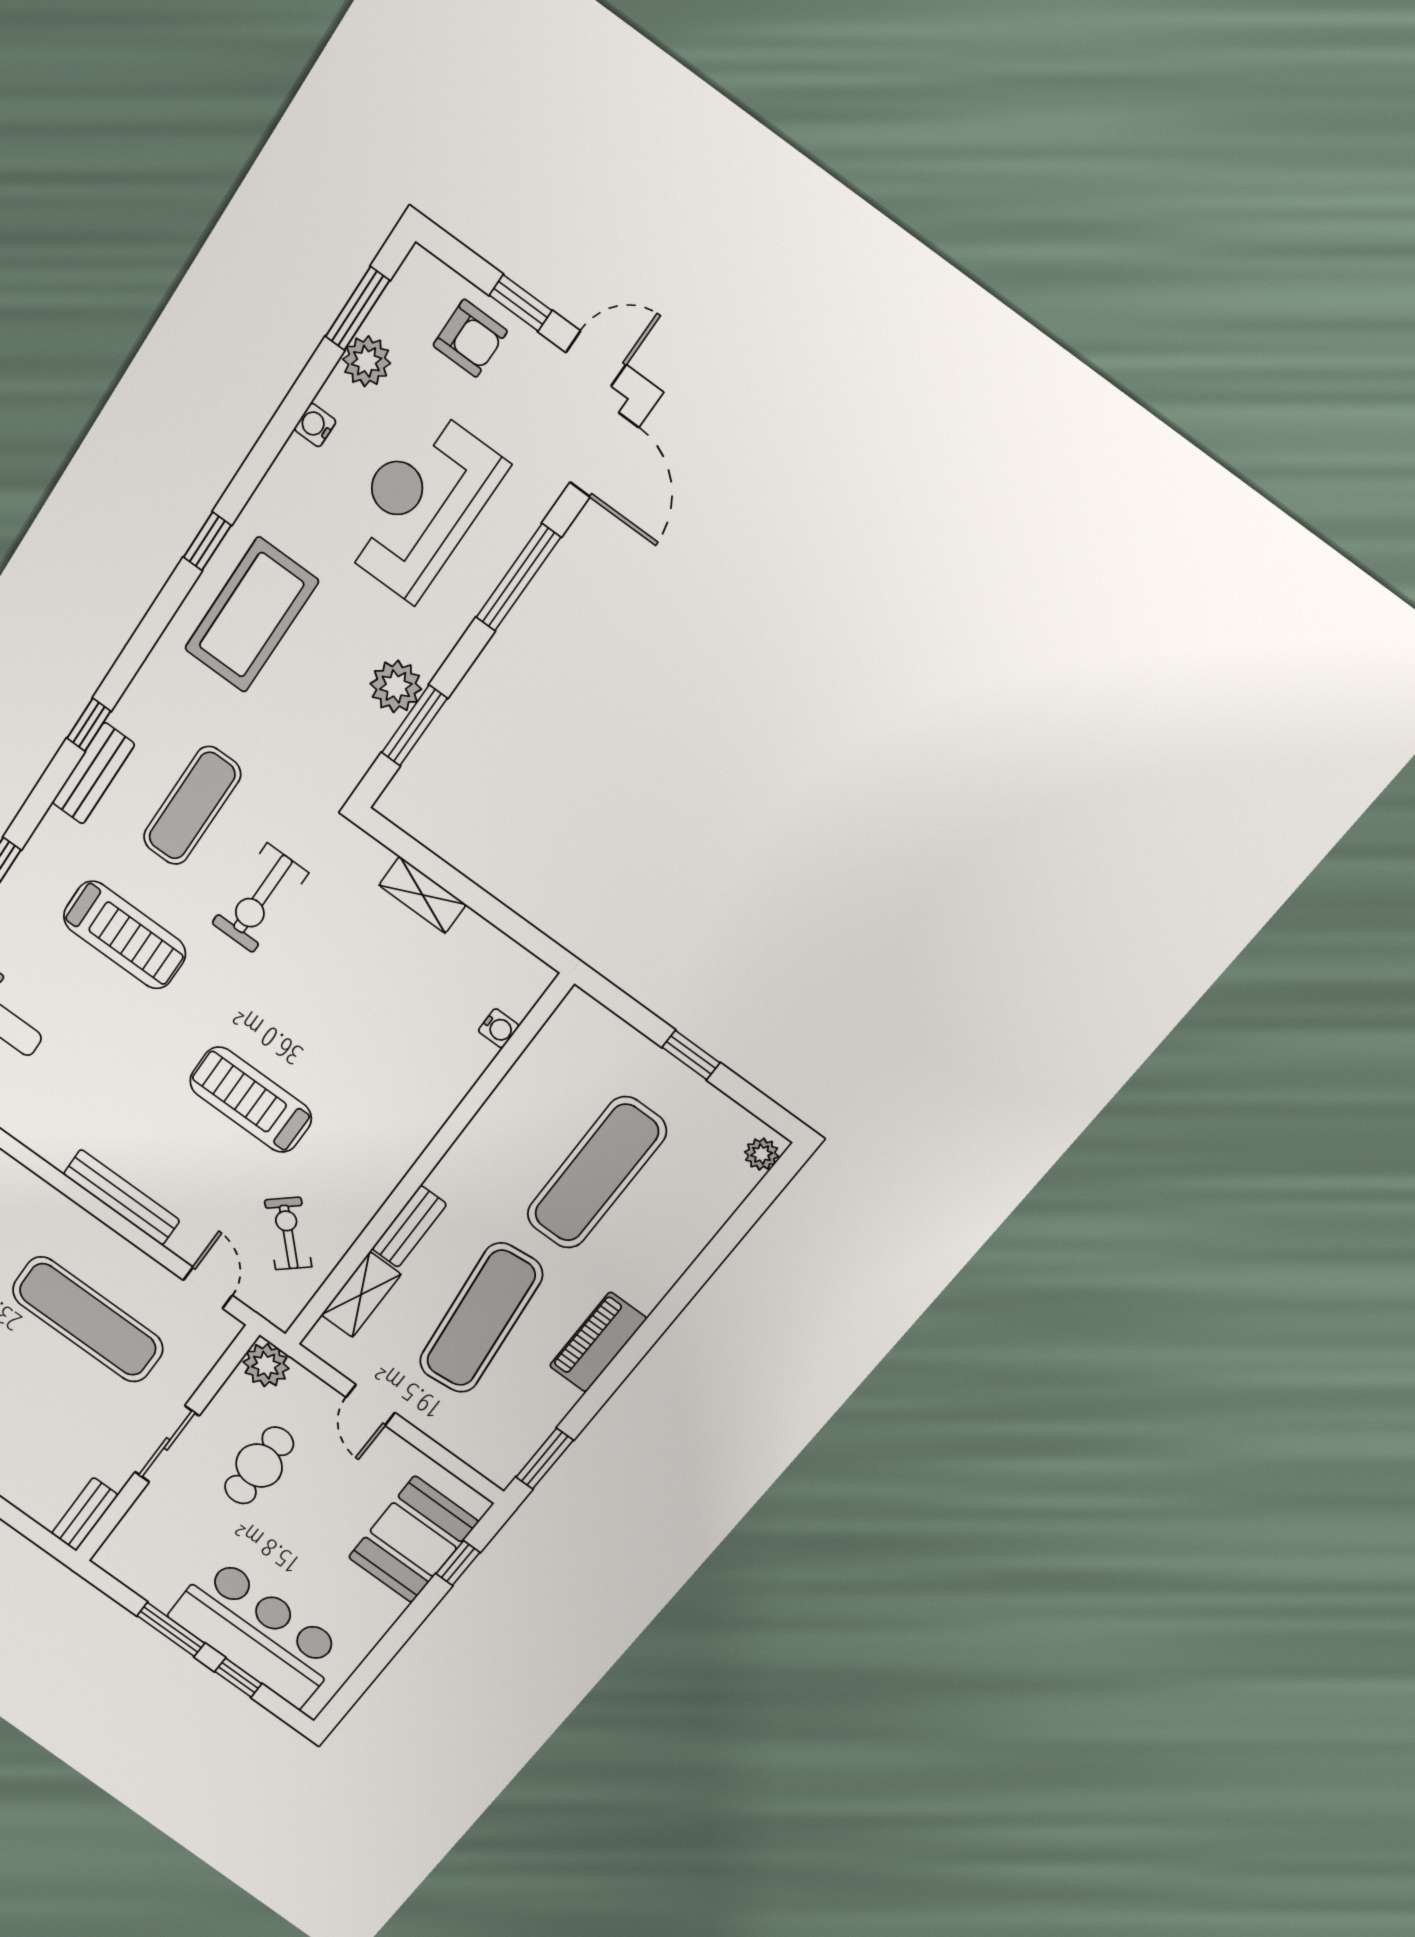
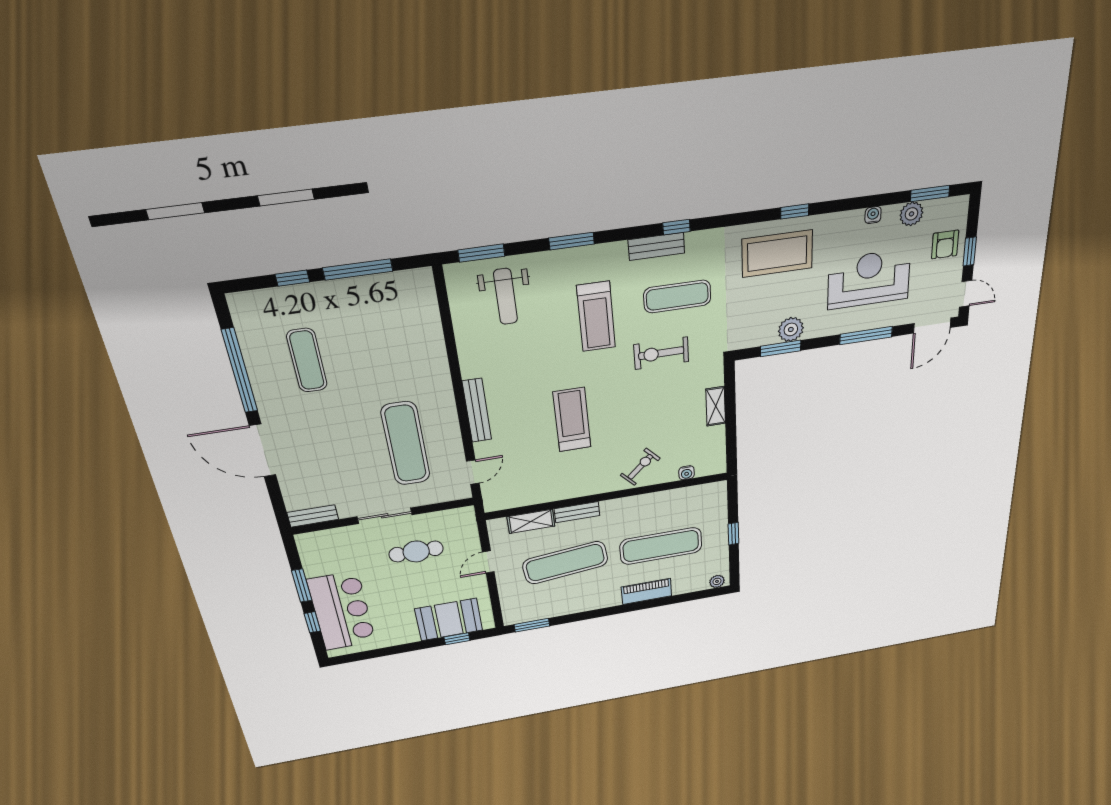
exercise bike: (288, 1234) -> (640, 467), moved
piano: (598, 1342) -> (647, 591), moved
plant: (266, 1365) -> (463, 518), removed

